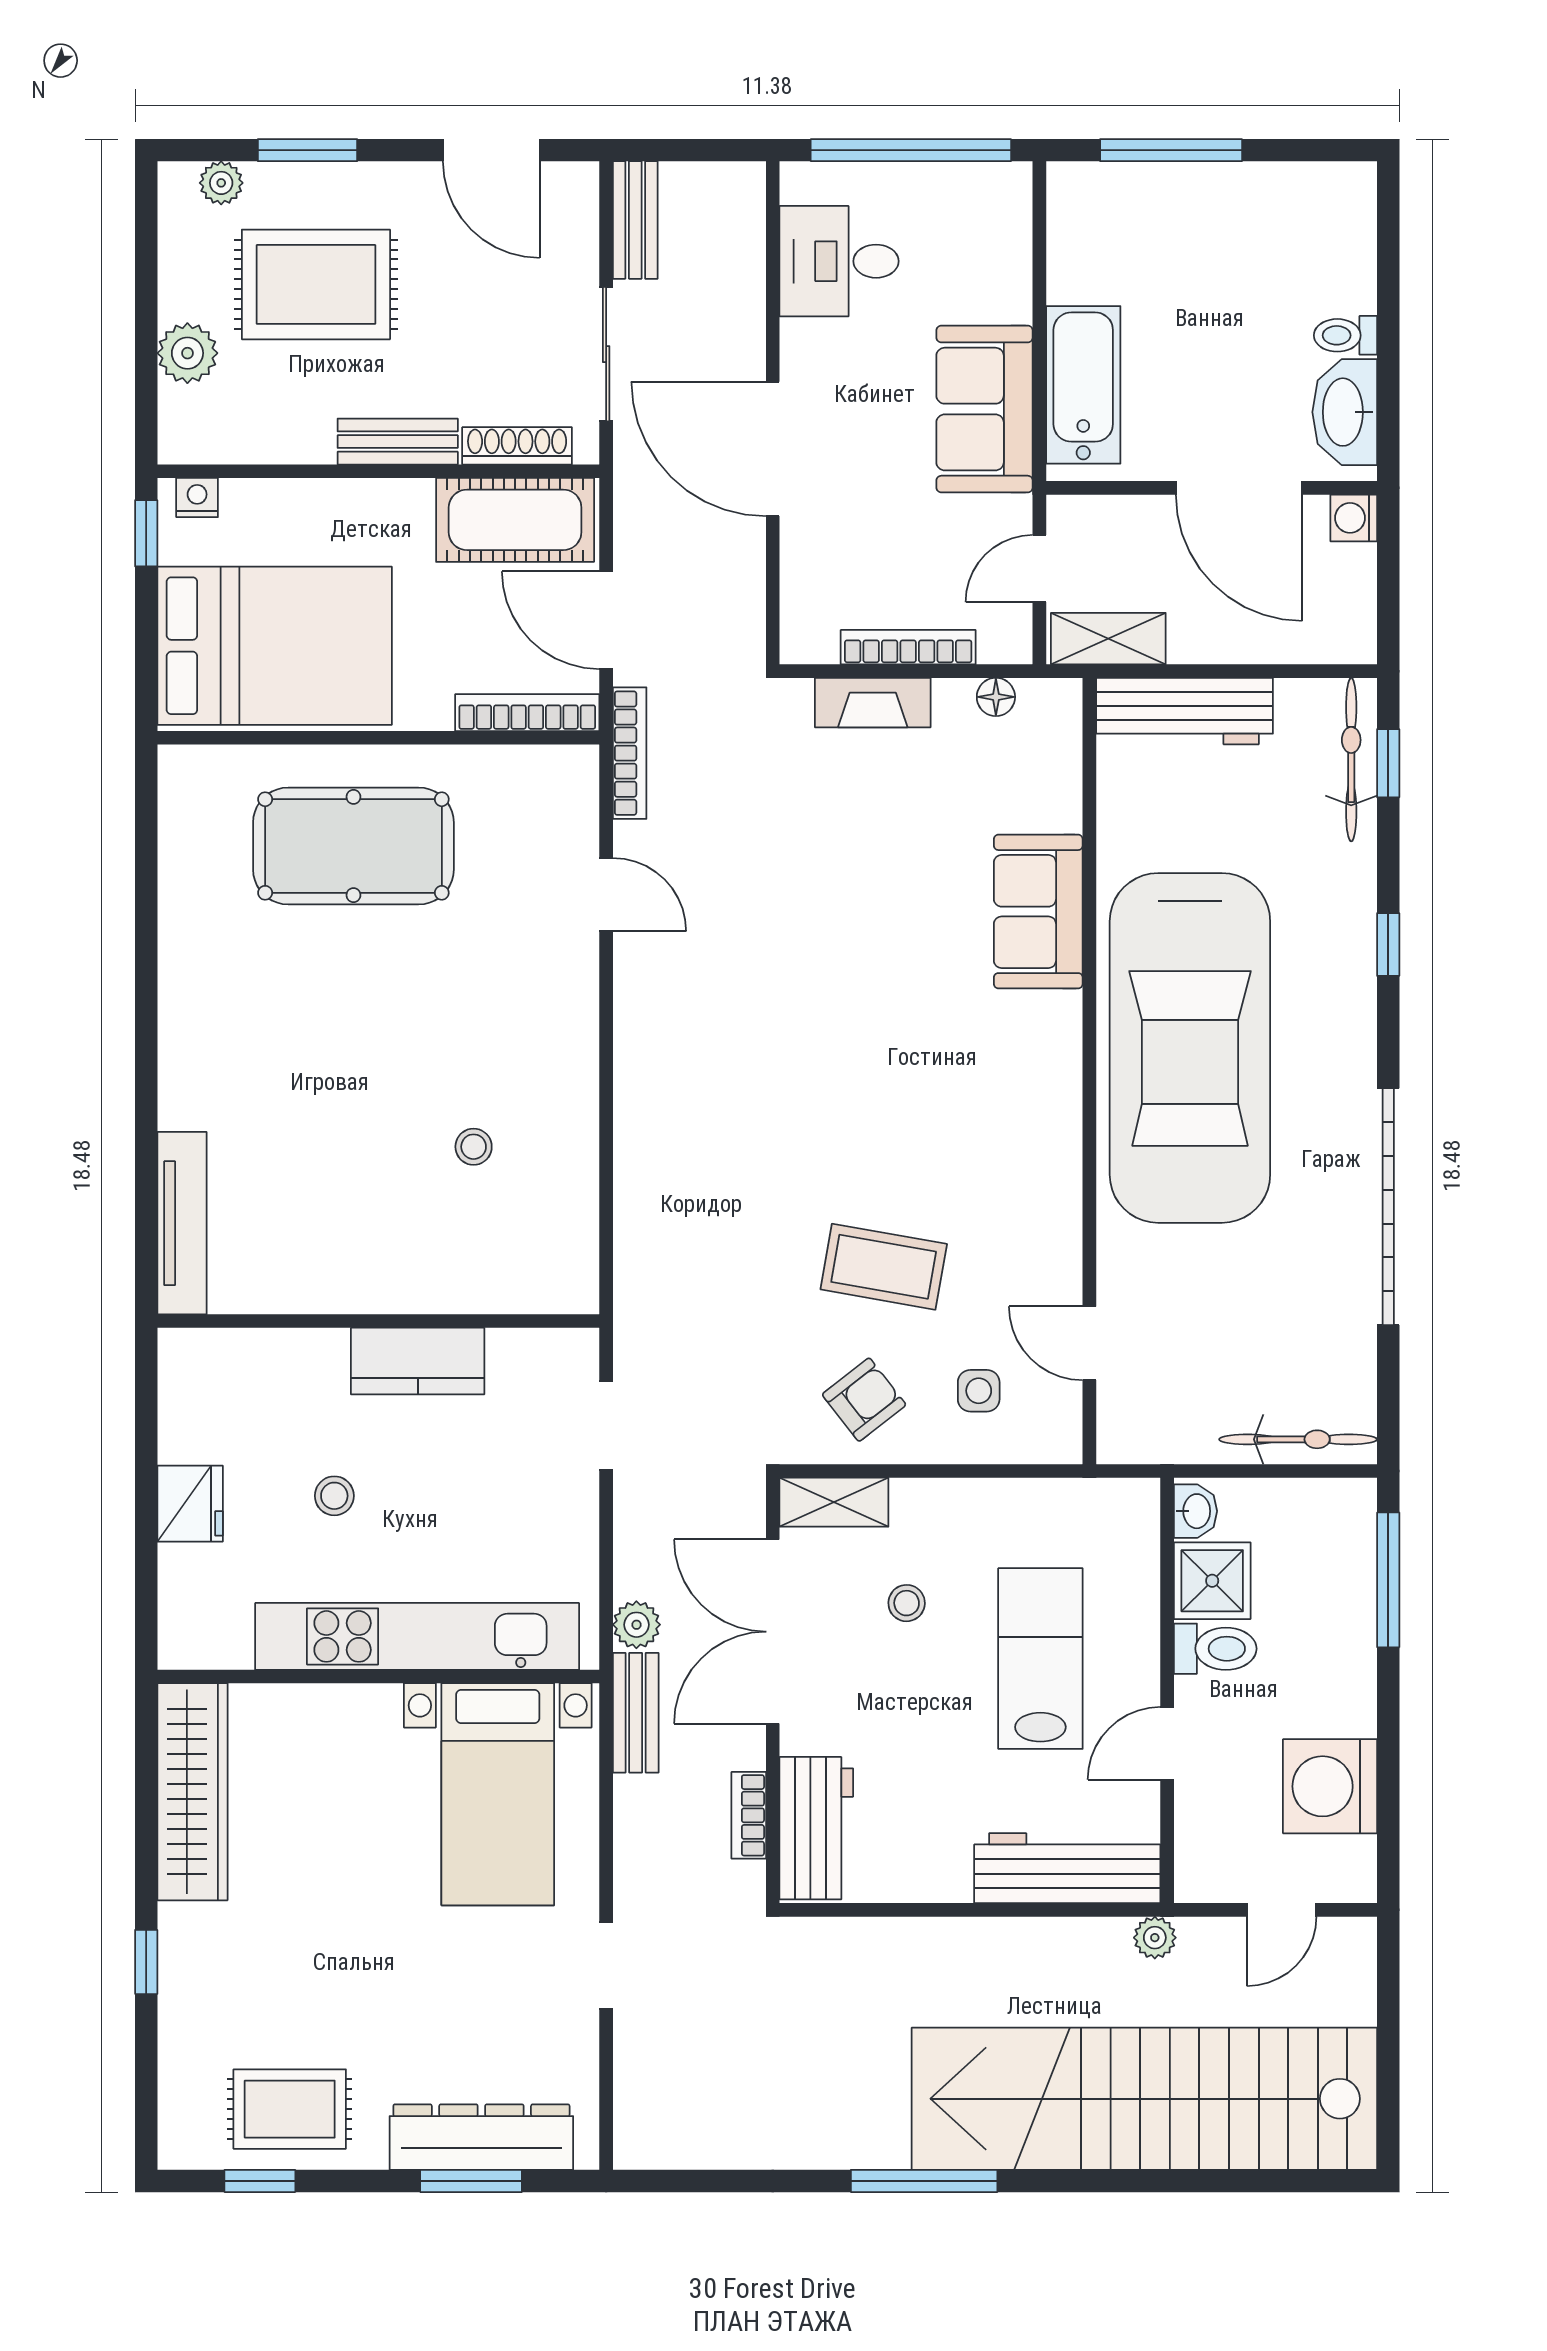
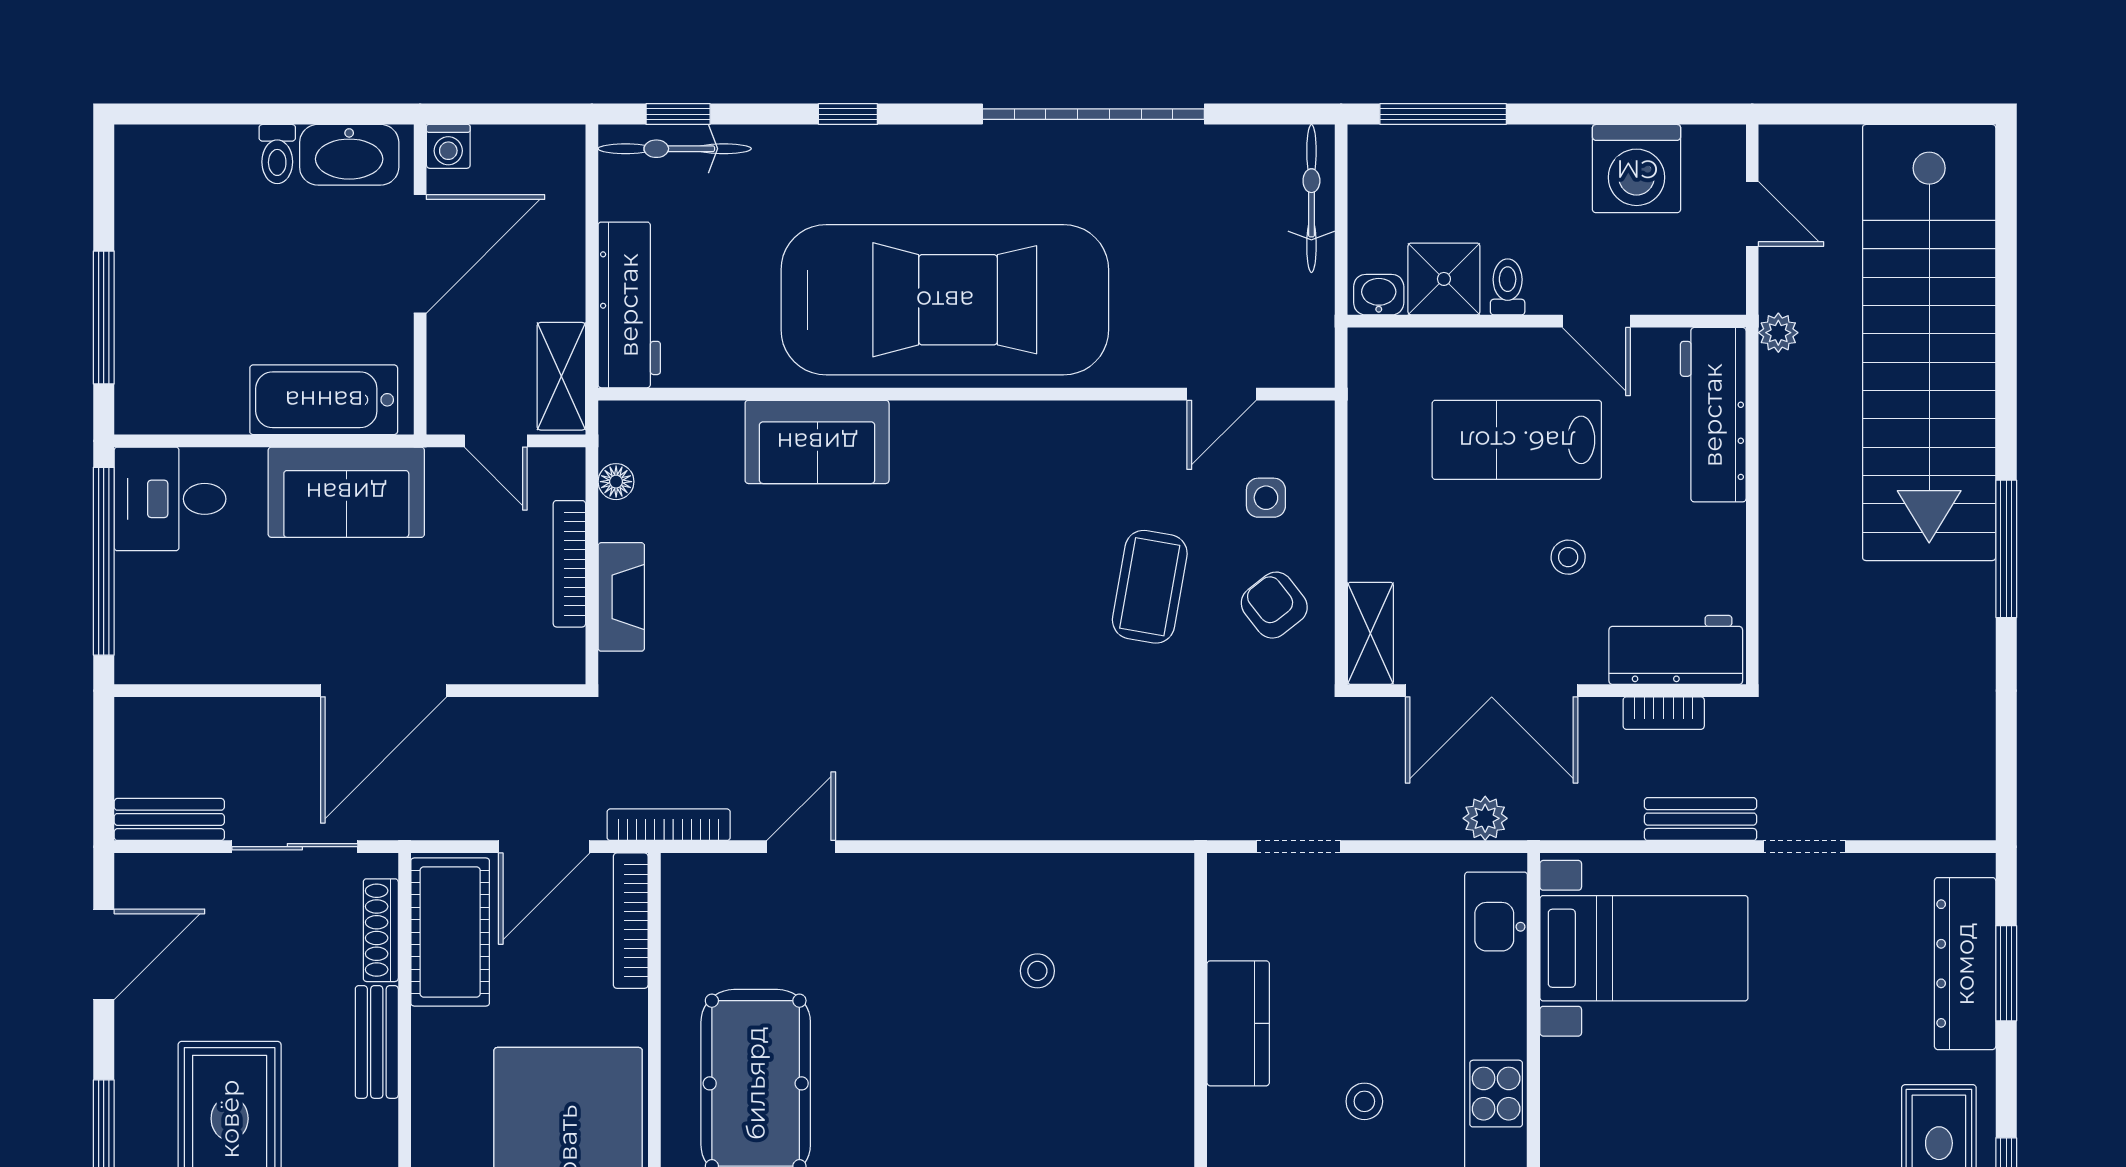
desk: (839, 261) -> (170, 499), moved, turned 90
stool: (907, 1603) -> (1568, 557), moved
toilet: (1215, 1649) -> (1508, 287), width x0.73, depth x0.72
bench: (636, 1713) -> (1701, 819), moved

